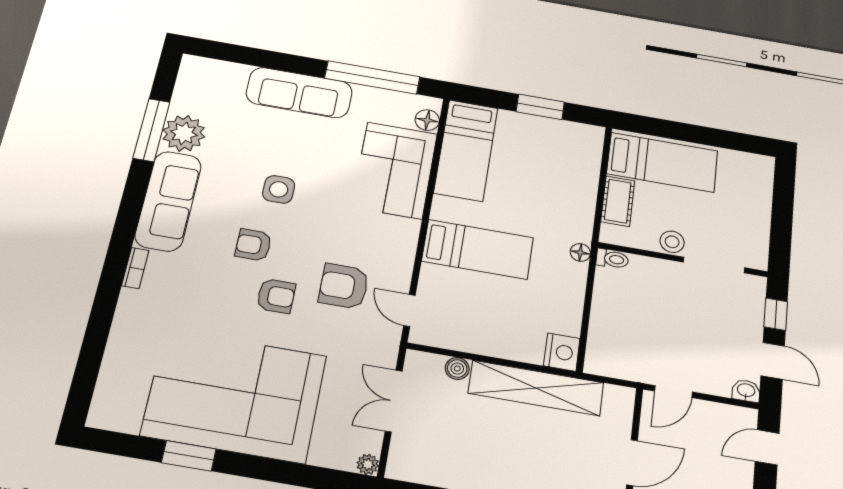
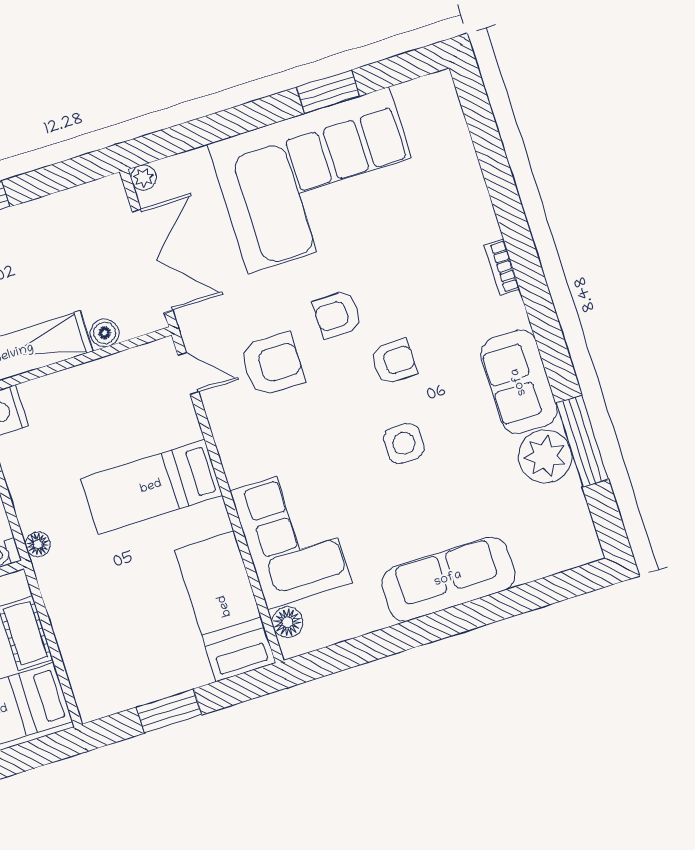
window: (372, 77) -> (378, 645), removed
sofa: (168, 201) -> (519, 382), width x0.73
double door: (394, 401) -> (153, 261), width x1.37

